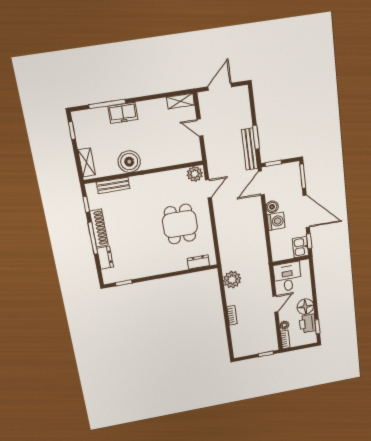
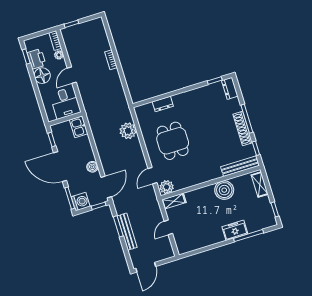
door: (220, 87) -> (146, 267), moved
shelving: (180, 101) -> (174, 201), moved
door: (200, 128) -> (168, 227), swing flipped
bench: (250, 149) -> (127, 232), moved
bench: (113, 185) -> (240, 166), width x1.36
washing machine: (276, 221) -> (81, 202), moved, turned 180
kitchen sink: (300, 247) -> (79, 127), moved, turned 180
dresser: (105, 258) -> (230, 88), moved
dresser: (198, 262) -> (163, 104), moved
plant: (232, 280) -> (128, 131), moved

